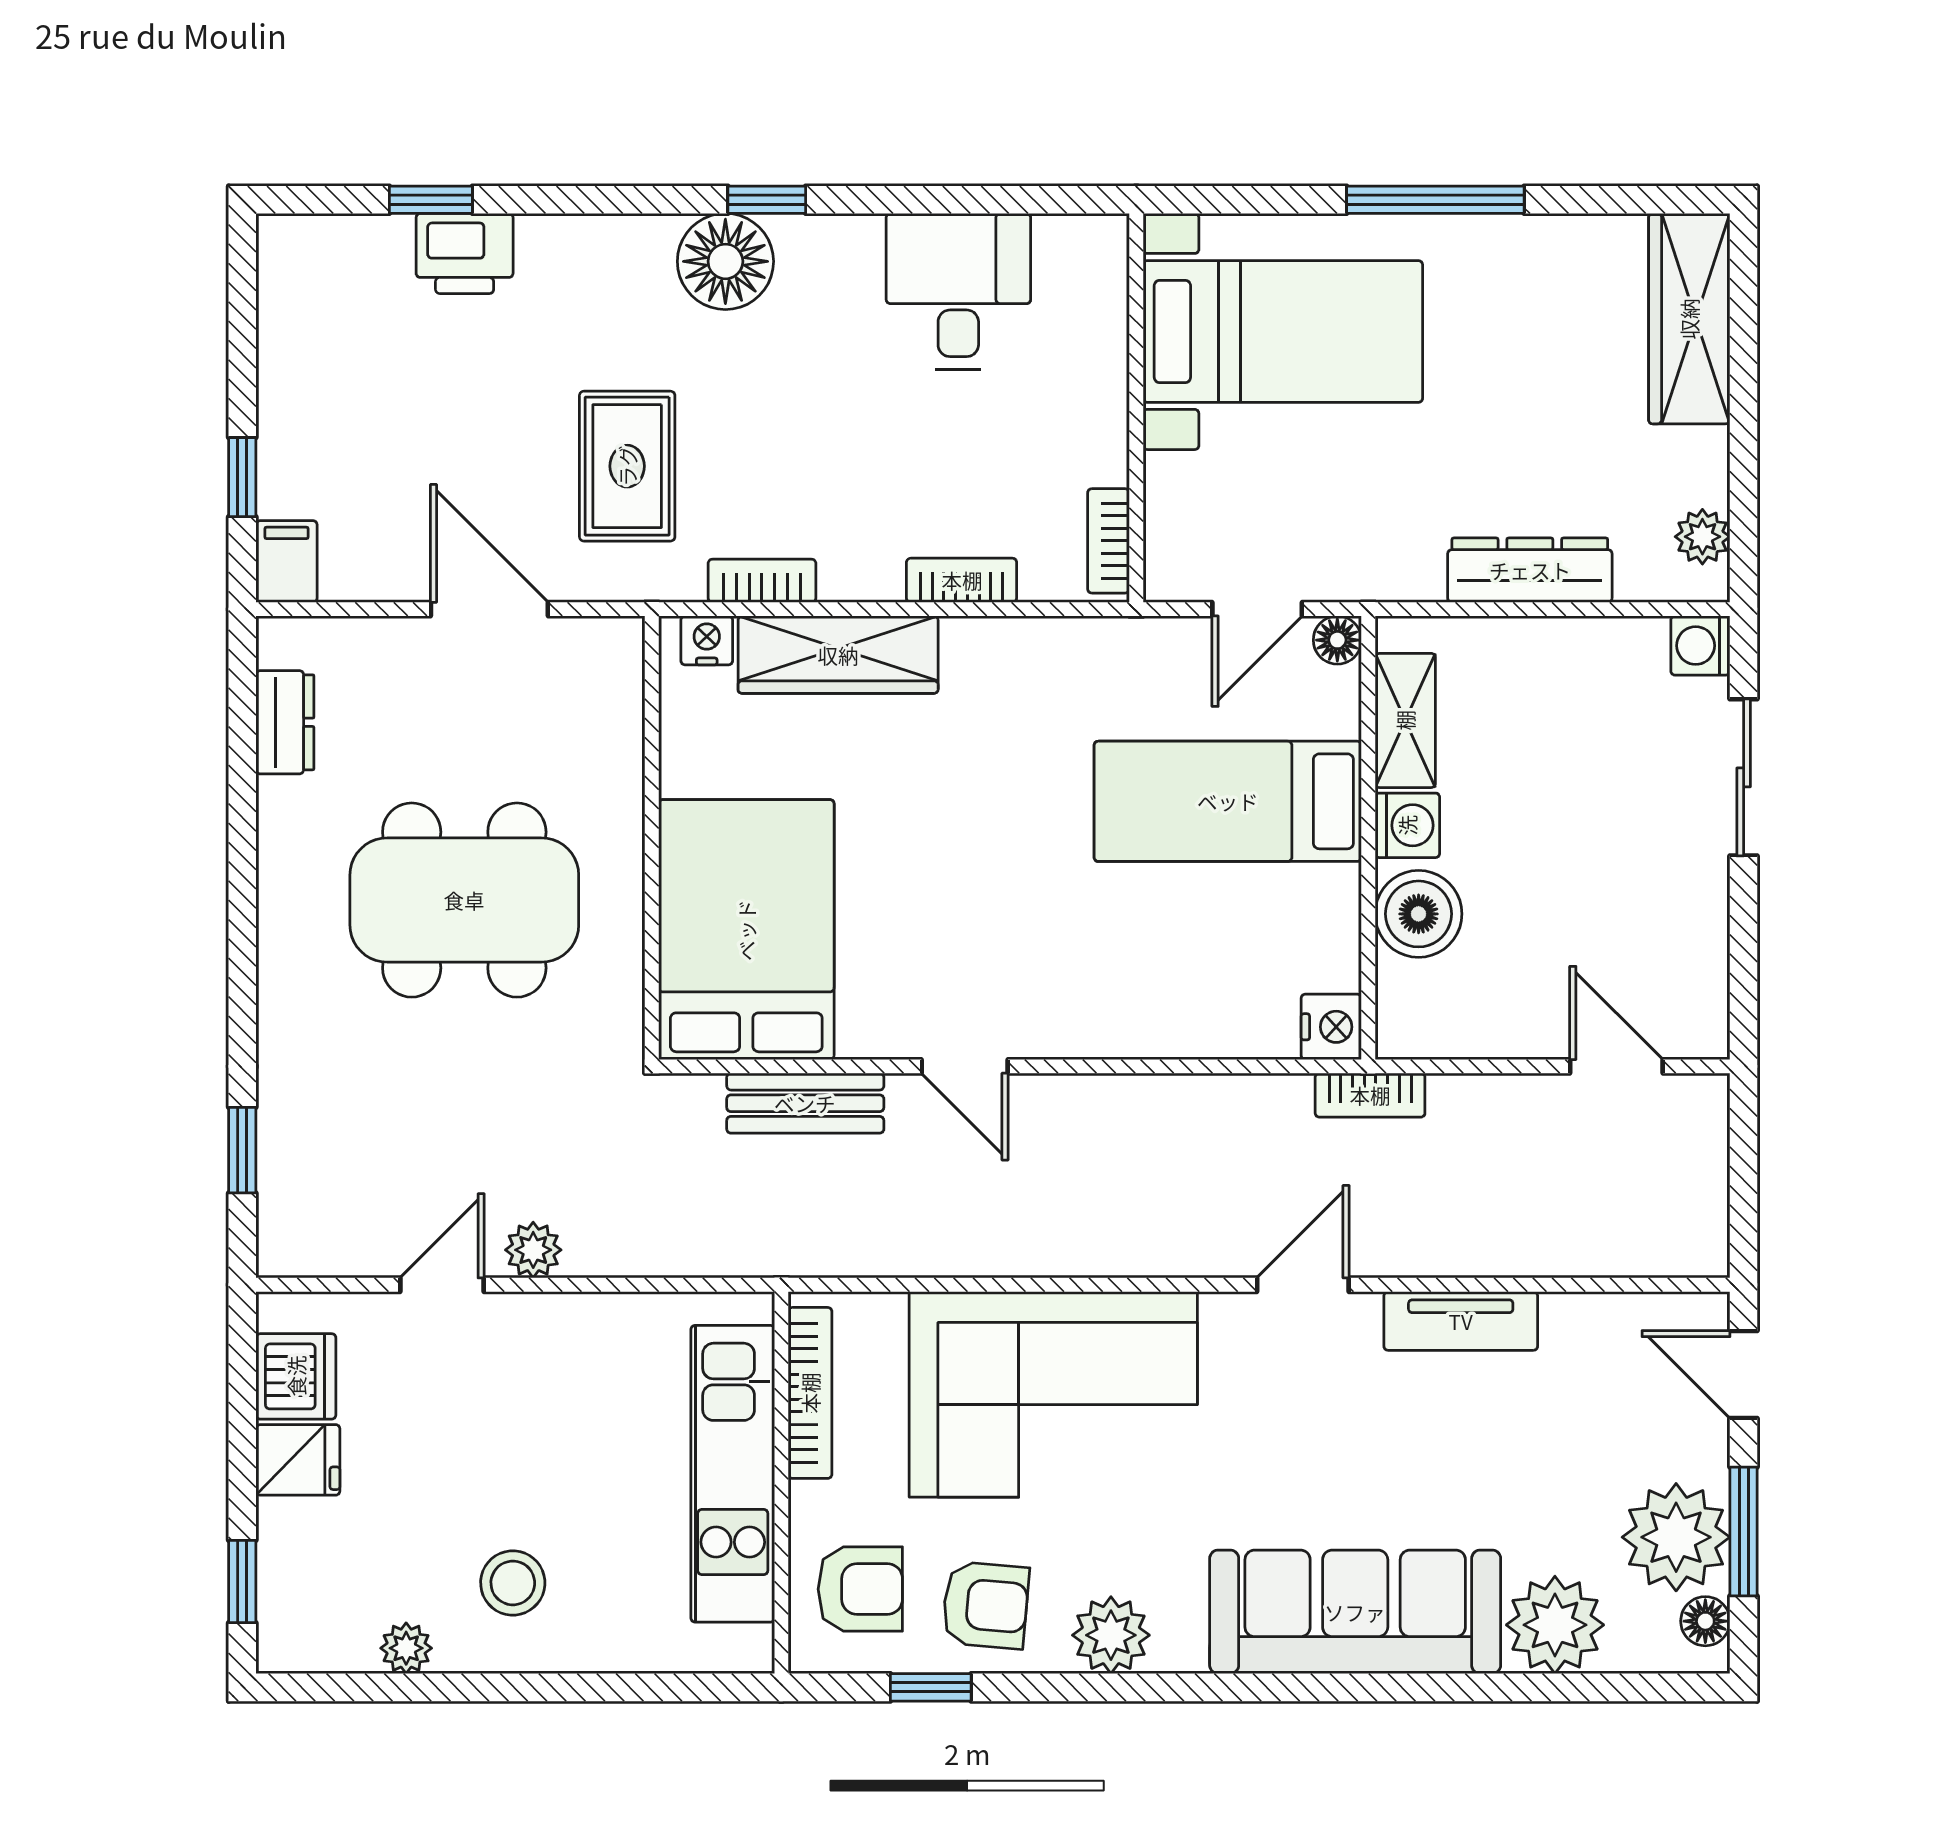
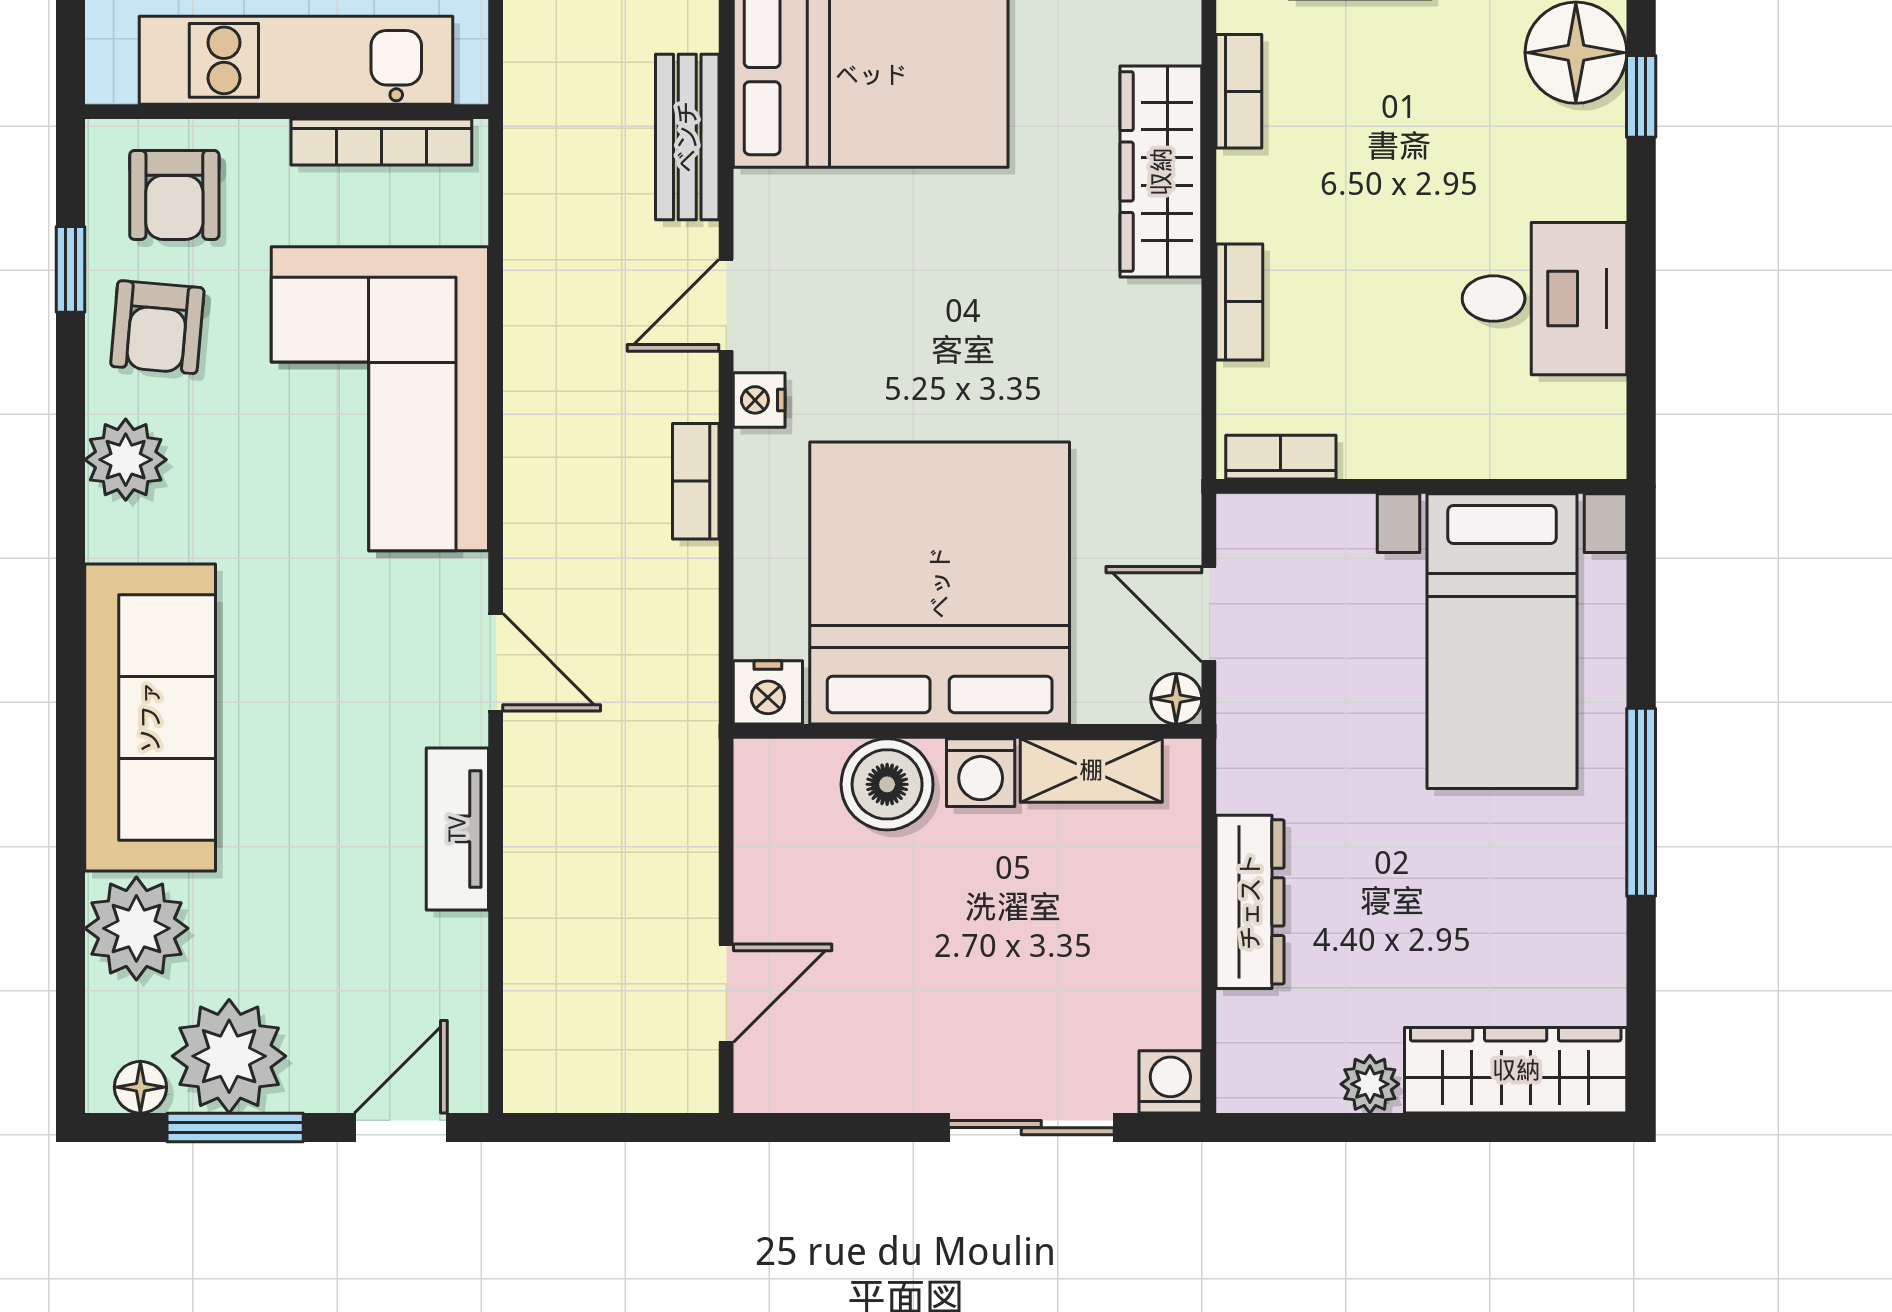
plant: (1702, 537) -> (1370, 1084), moved
nightstand: (707, 640) -> (759, 400), moved, turned 180
bed: (1228, 801) -> (940, 583), width x2.04
bookcase: (1370, 1095) -> (696, 481), moved

